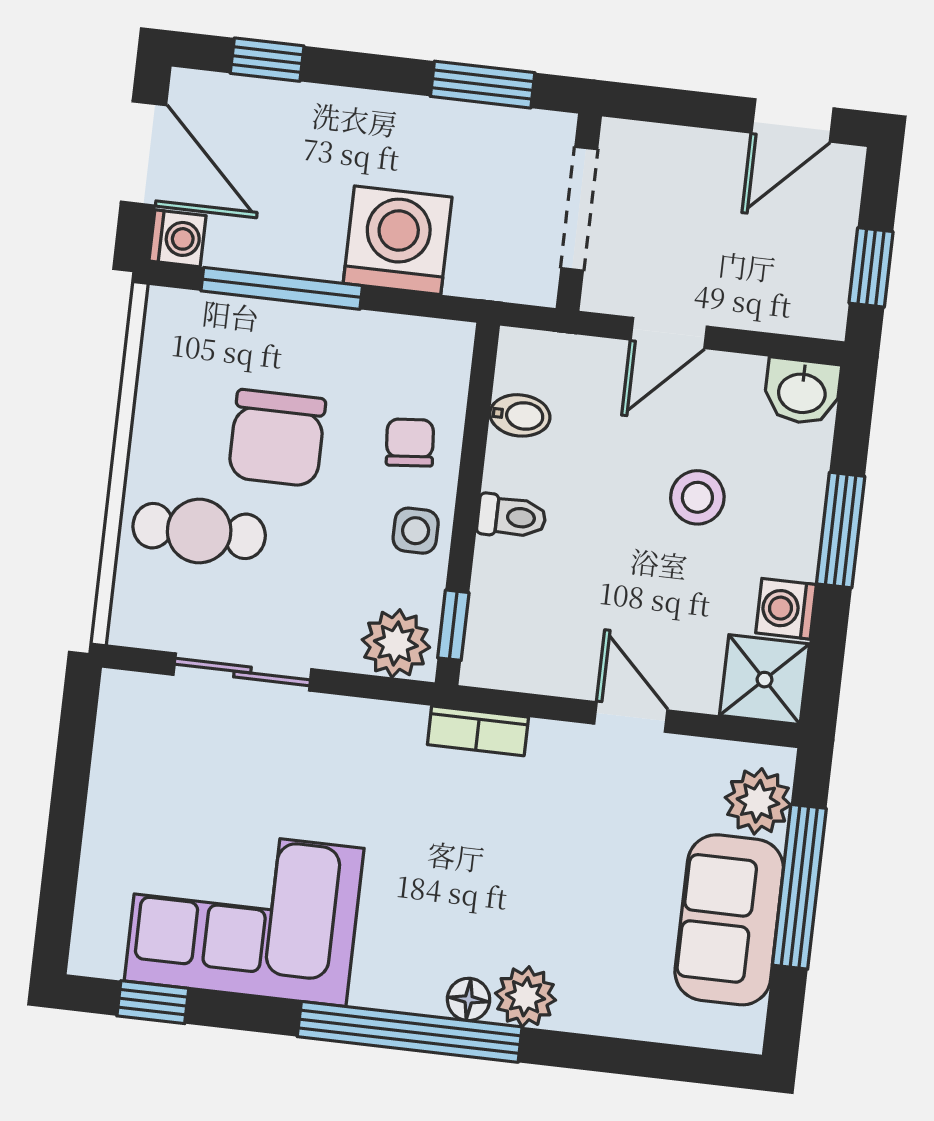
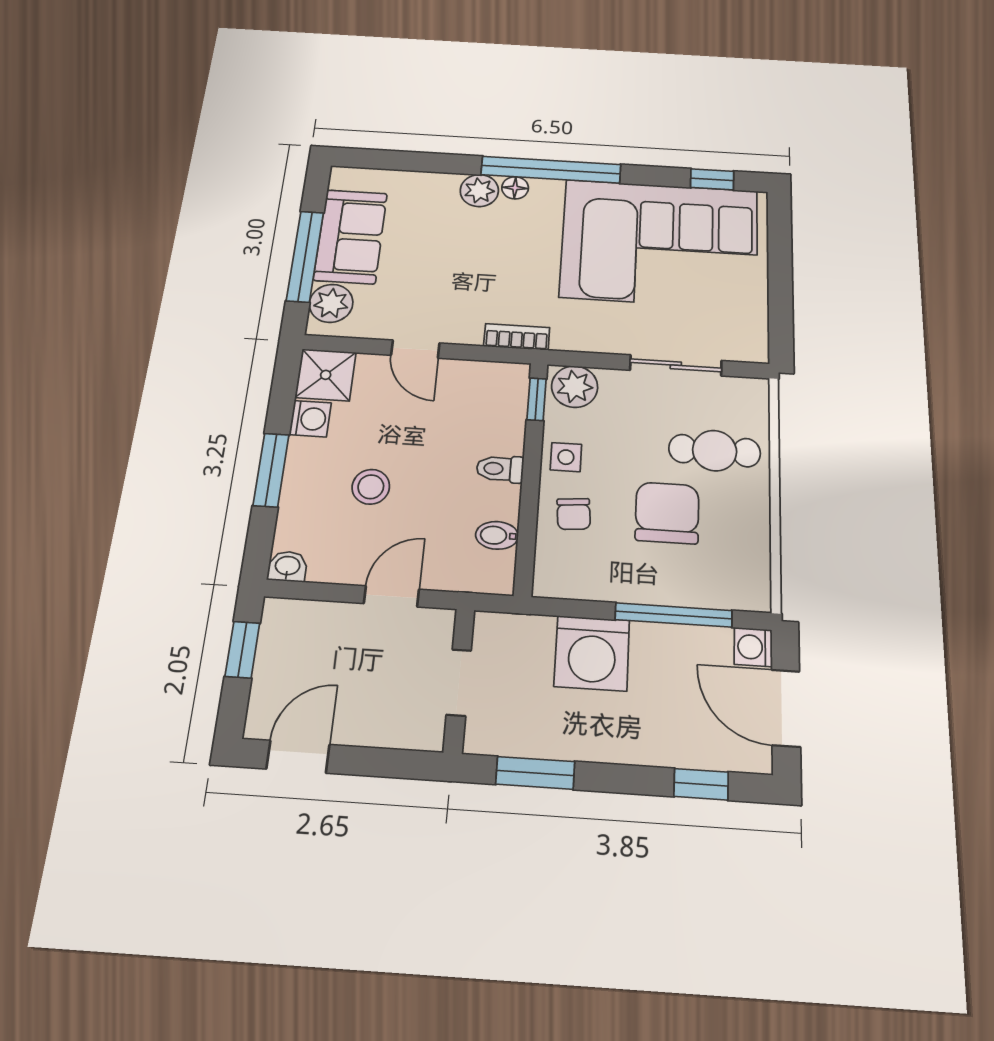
doorway: (579, 209) -> (459, 682), width x0.73
washbasin: (802, 391) -> (287, 566), width x0.72, depth x0.69
corner sofa: (244, 915) -> (660, 243), width x1.36, depth x1.36

